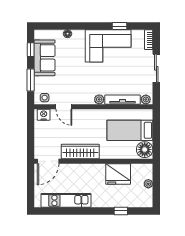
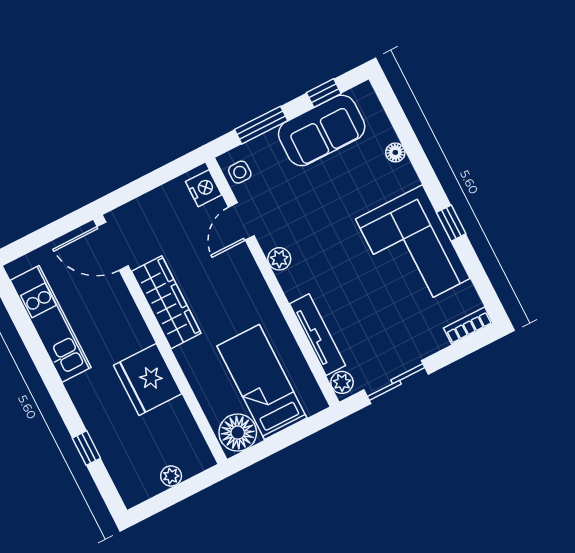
window: (119, 26) -> (451, 223), moved
sliding door: (156, 68) -> (396, 382), moved
plant: (99, 99) -> (279, 259), moved
fridge: (118, 174) -> (148, 380), moved

